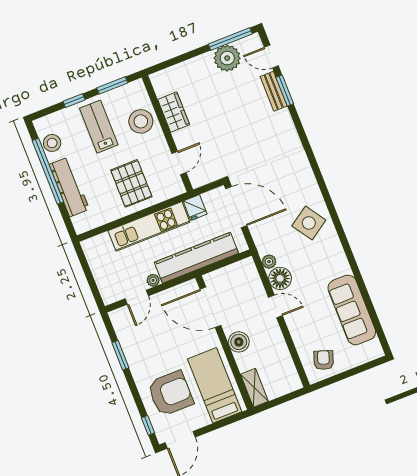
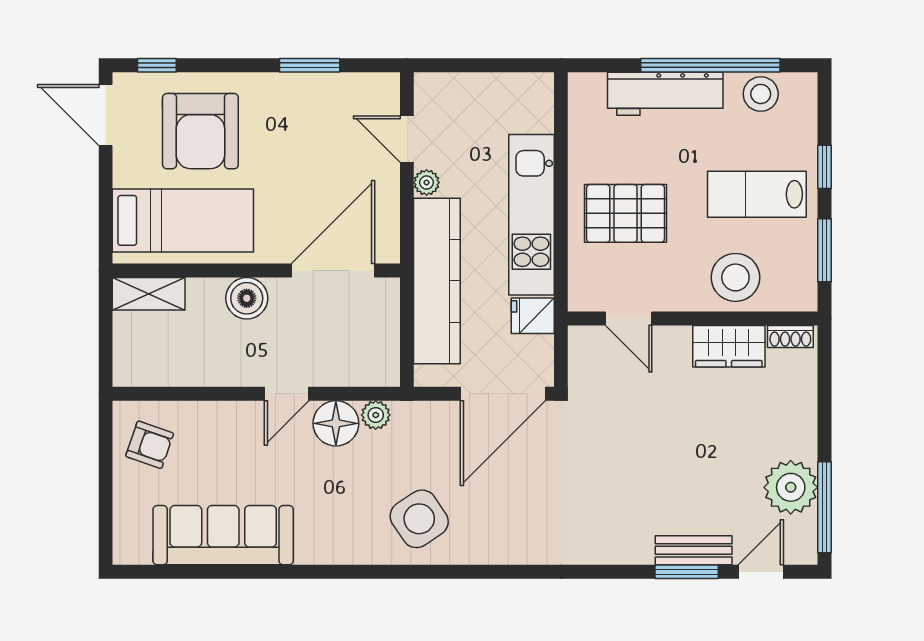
shoe rack: (158, 86) -> (790, 336), added
lab bench: (99, 127) -> (757, 194), turned 180

